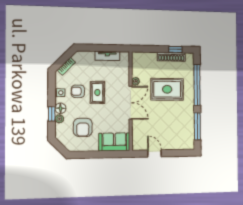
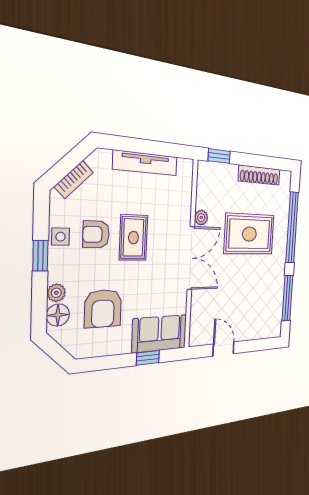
window: (175, 49) -> (219, 156), moved
tv unit: (107, 56) -> (146, 163), width x1.41
floor lamp: (60, 108) -> (58, 315), moved
window: (52, 114) -> (40, 256), moved
window: (108, 154) -> (148, 358), added

